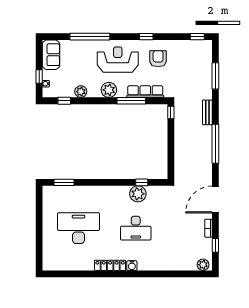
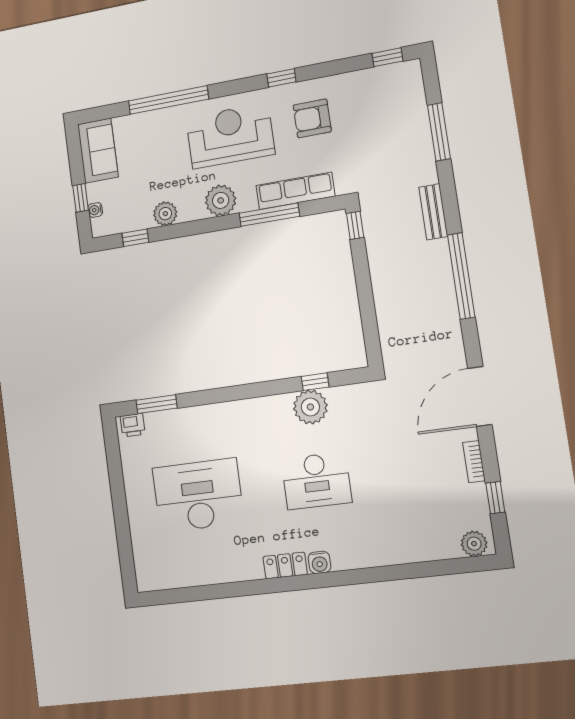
armchair: (158, 59) -> (312, 118), turned -90
printer: (51, 191) -> (133, 425), added
locker: (110, 265) -> (285, 565), width x0.66

